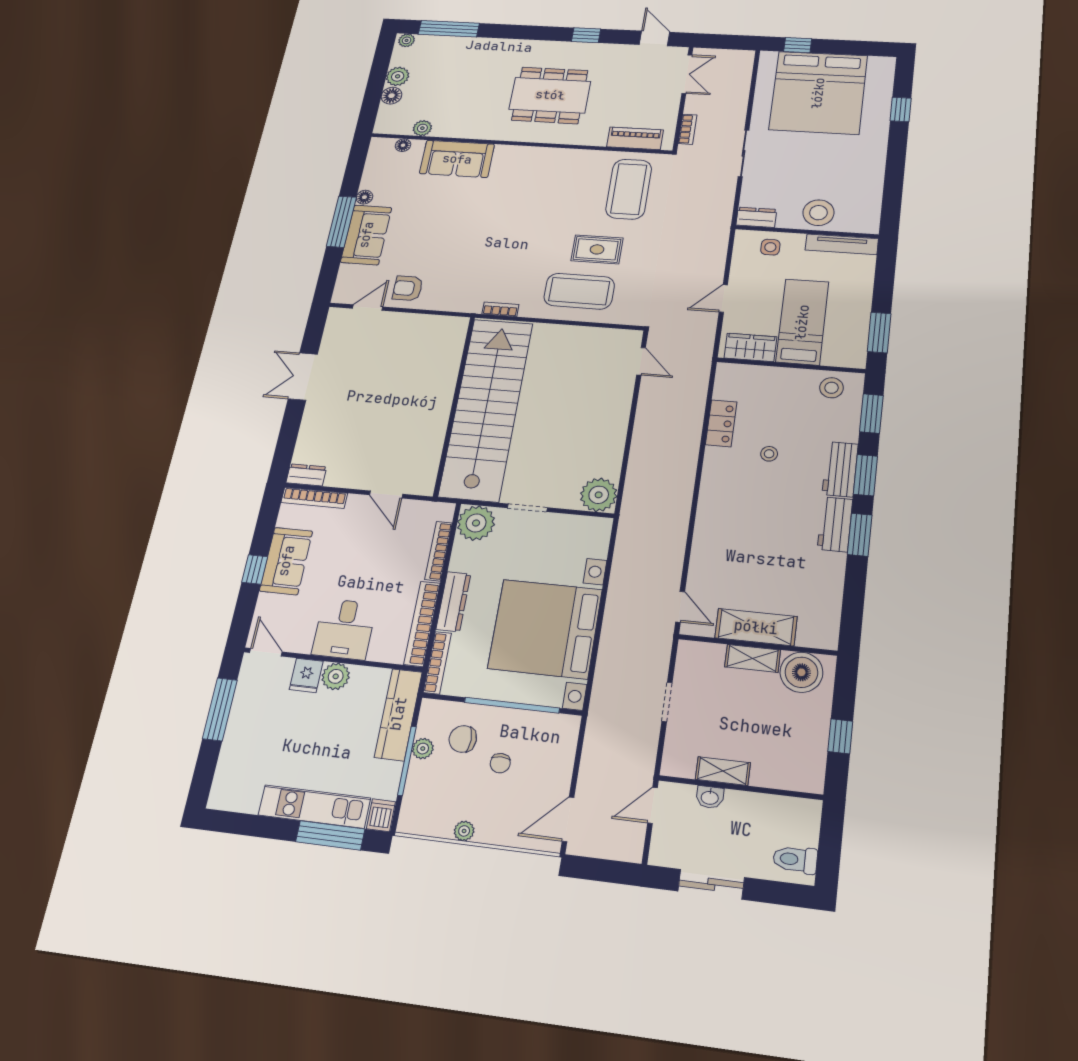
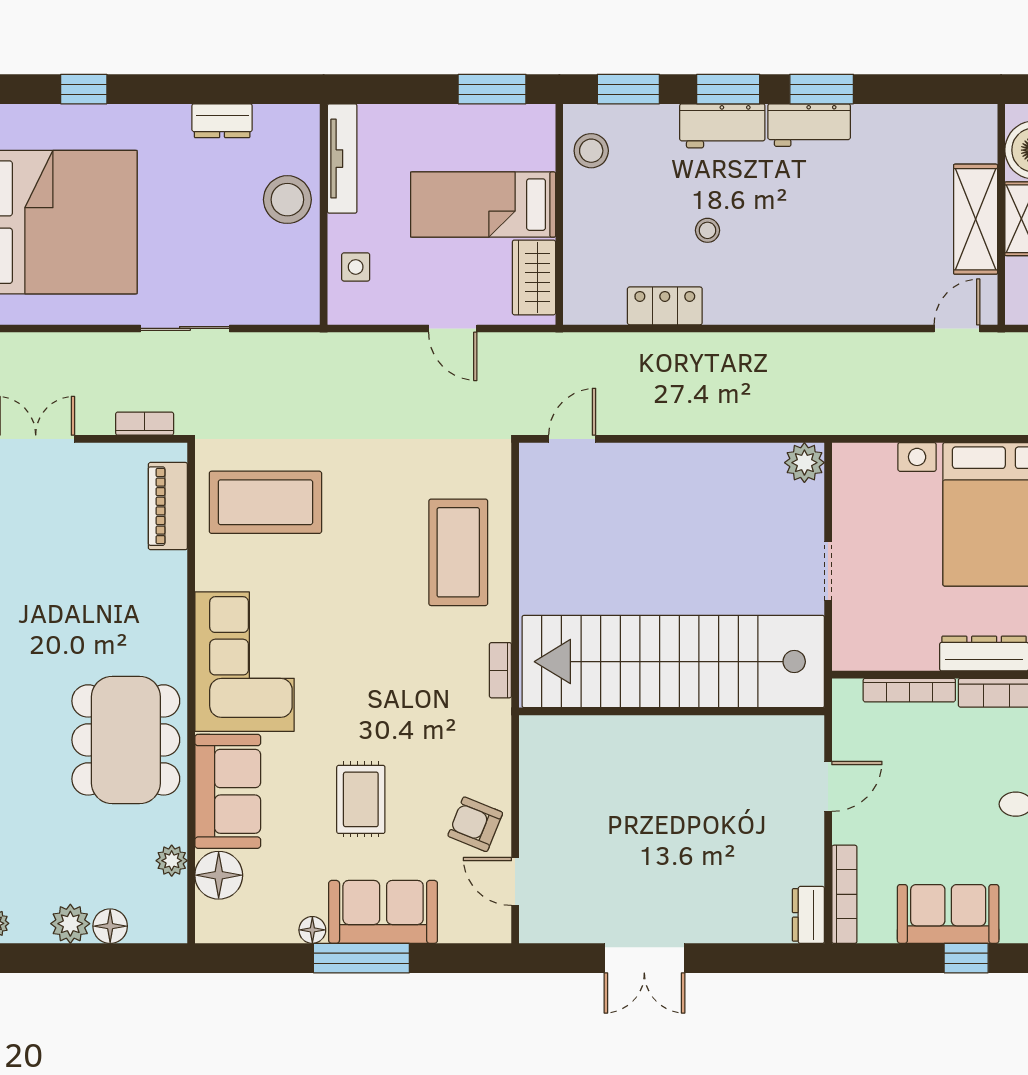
dining table: (550, 95) -> (126, 740), moved
floor lamp: (403, 145) -> (219, 875), width x1.89, depth x1.89
corner sofa: (533, 172) -> (245, 662), added
dresser: (756, 217) -> (222, 121), moved, turned -90
rug: (597, 249) -> (361, 799), moved
armchair: (408, 288) -> (475, 824), turned 112
plant: (599, 495) -> (804, 463), width x0.73, depth x0.73
plant: (476, 523) -> (860, 643), removed

